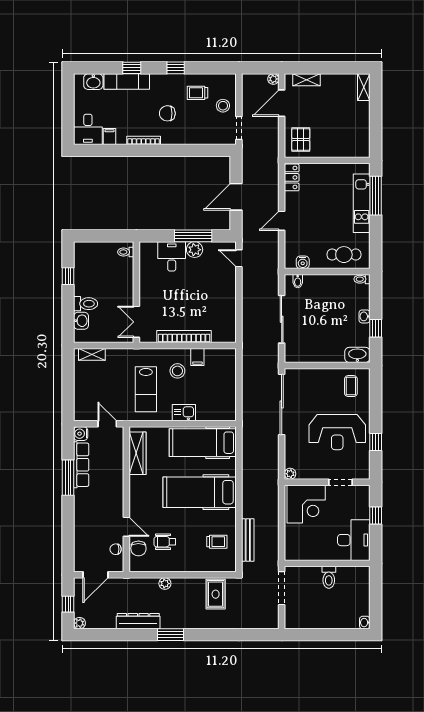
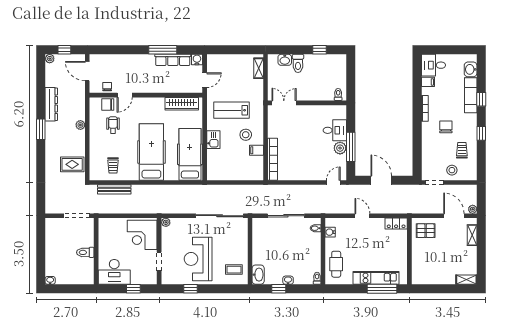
bookcase: (184, 336) -> (272, 159), moved

